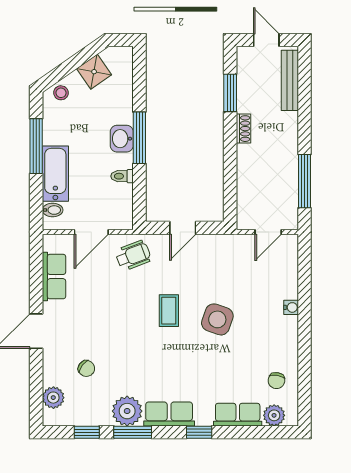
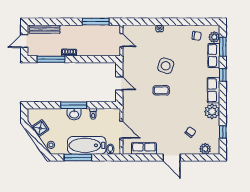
window: (230, 93) -> (51, 59), width x1.44
bathtub: (55, 174) -> (87, 145), width x1.36, depth x1.36
wheelchair: (133, 255) -> (133, 108), removed
window: (133, 432) -> (223, 47), moved

